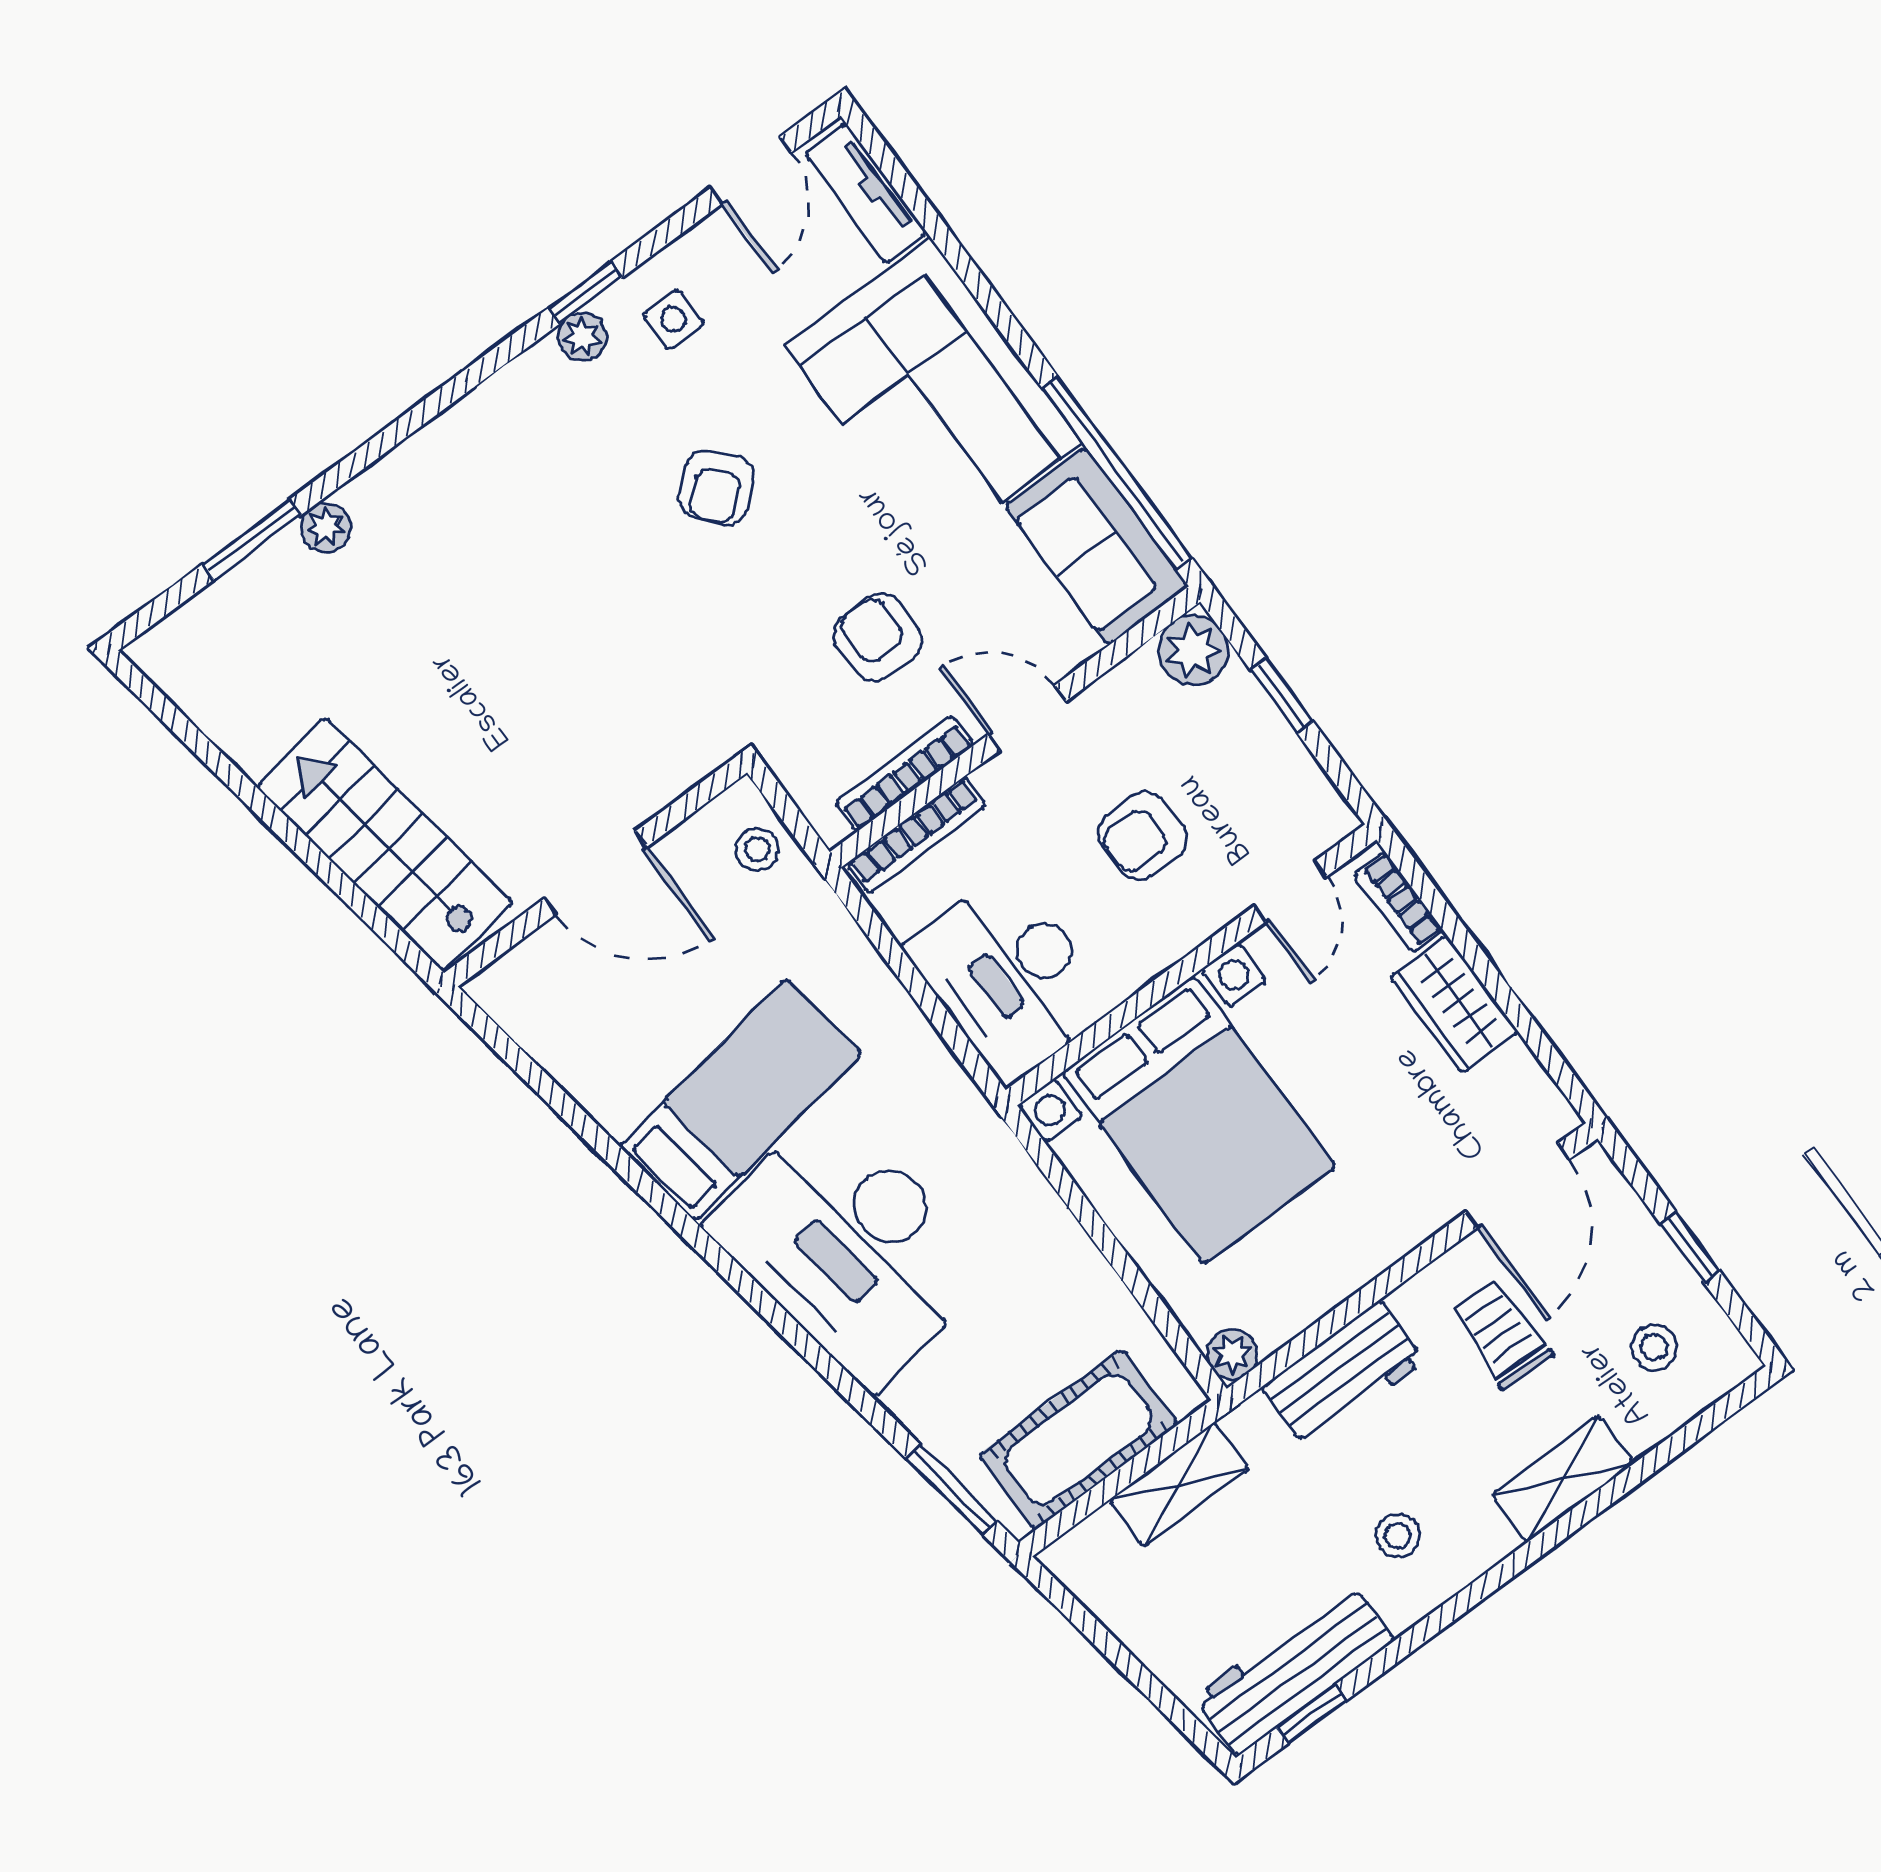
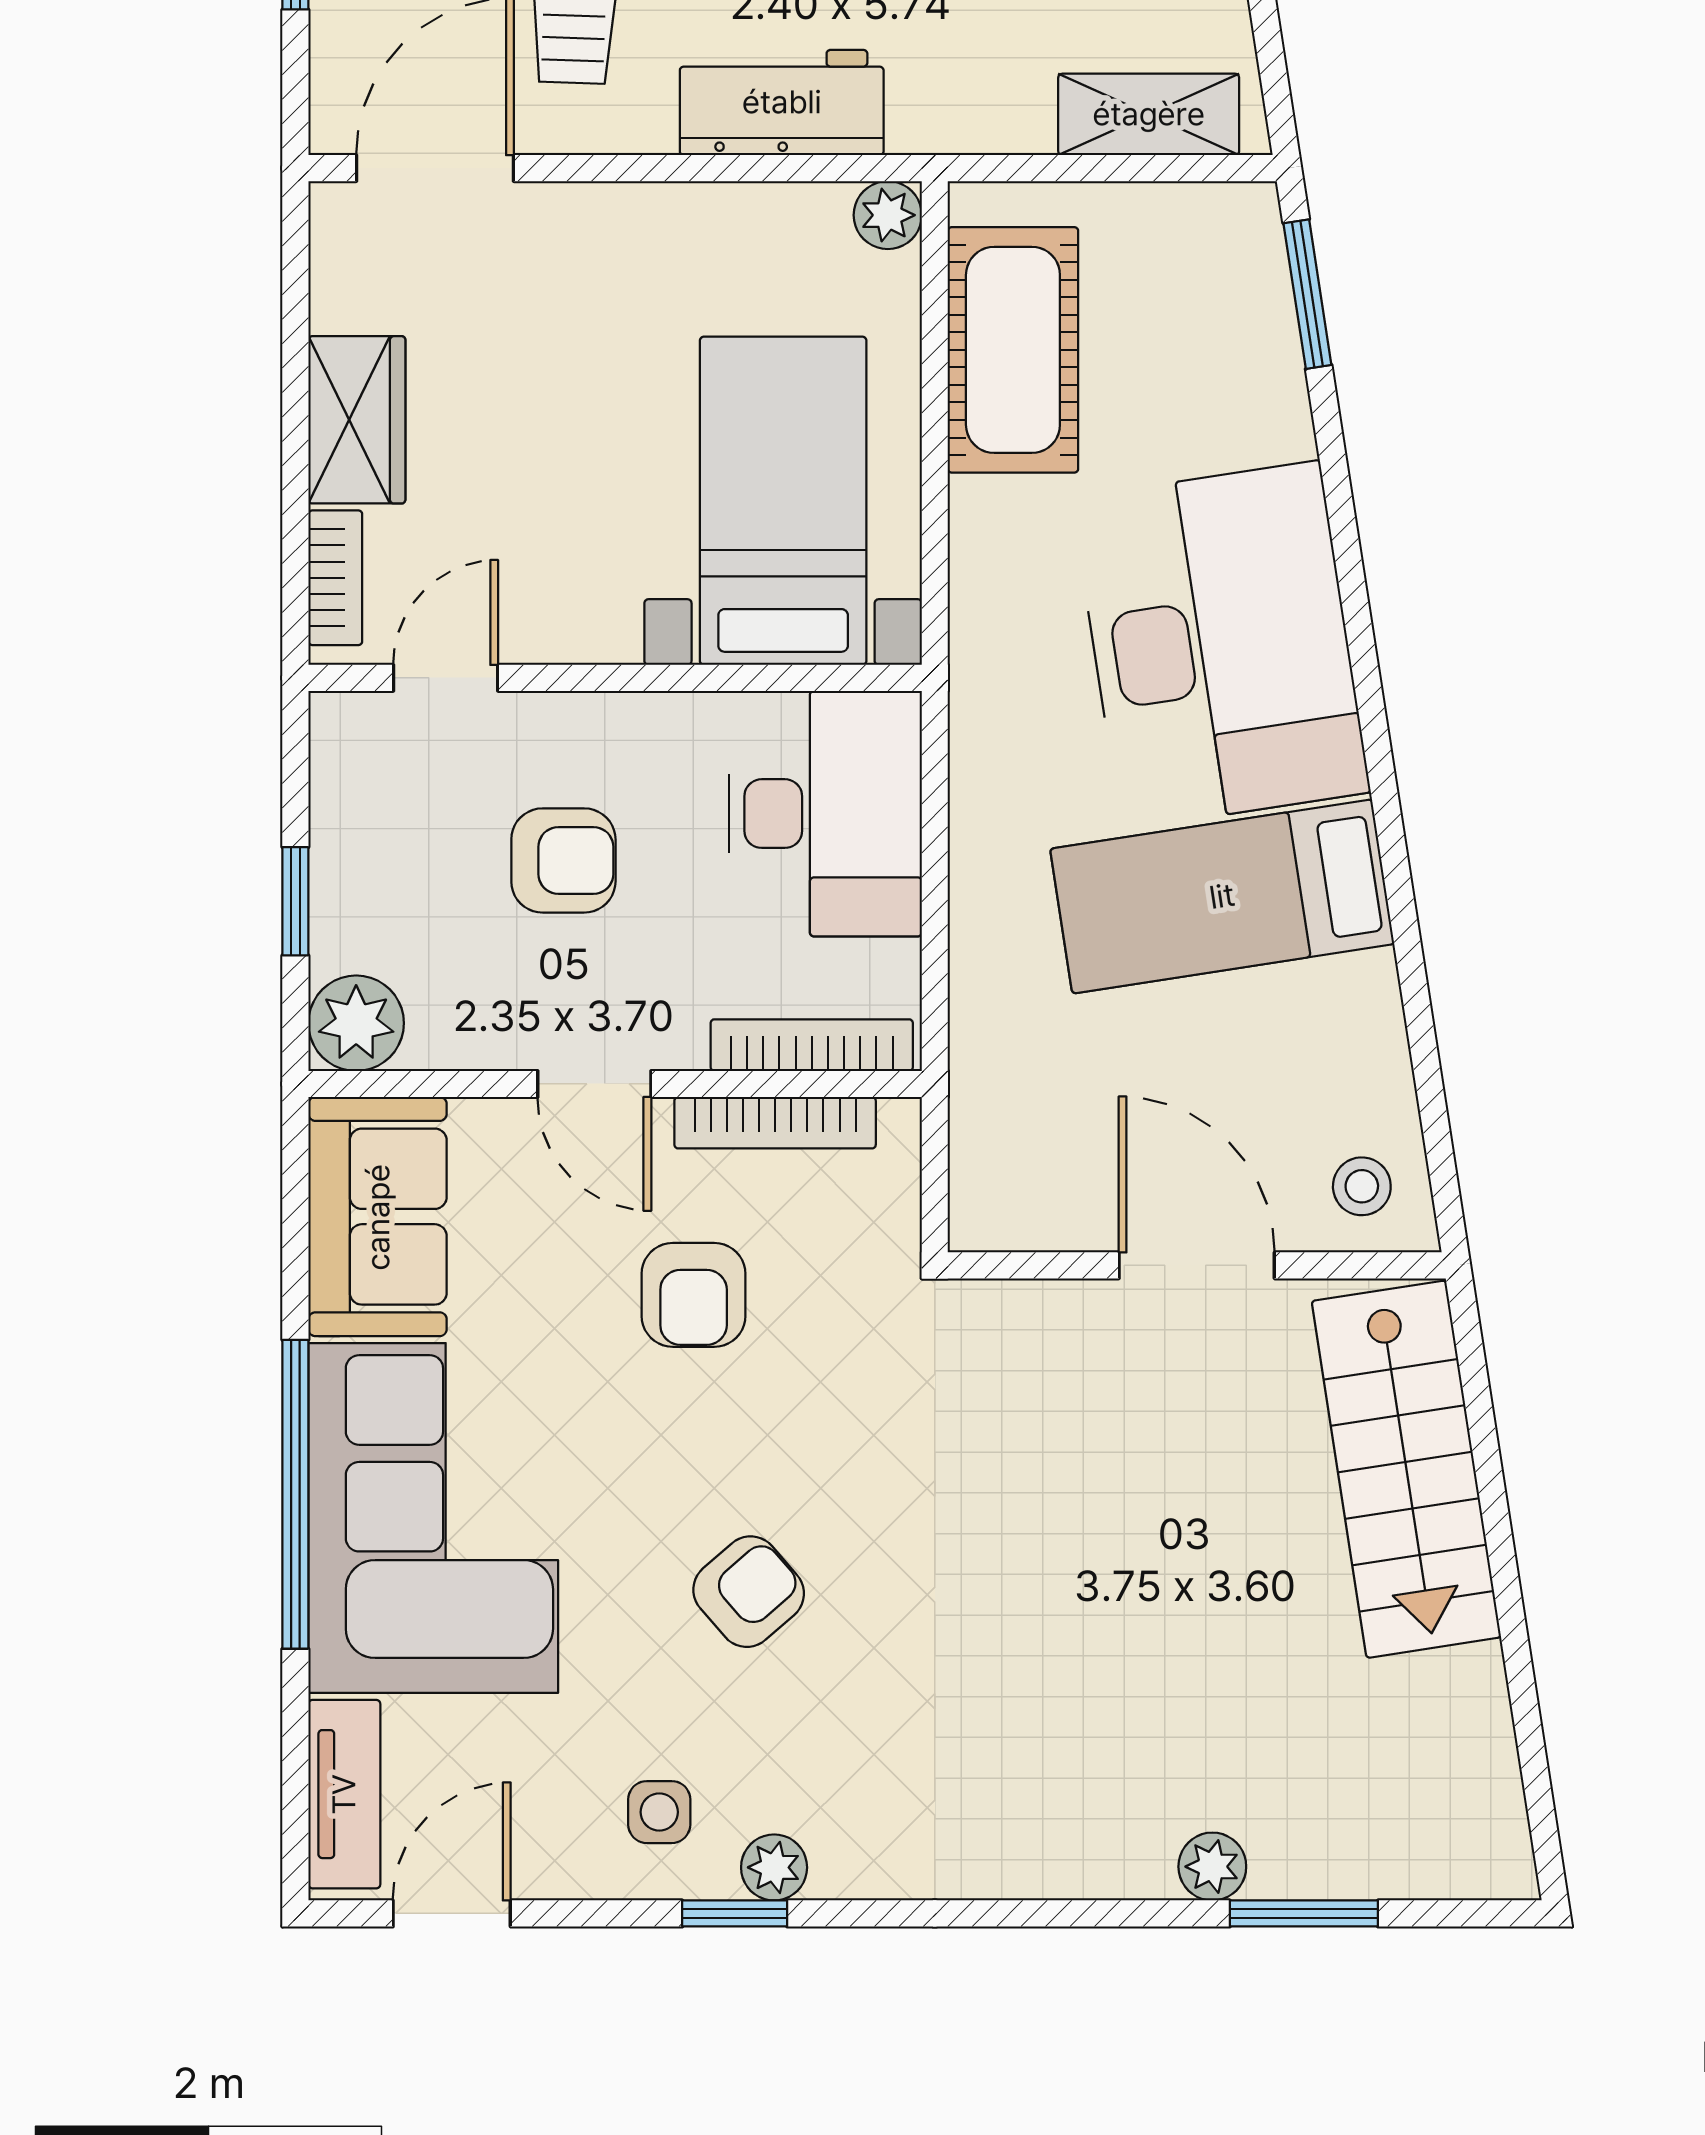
window: (1117, 473) -> (295, 1494), moved
stool: (757, 849) -> (1362, 1186), moved
bed with nightstands: (1199, 1120) -> (783, 501), width x0.73
cot: (1078, 1440) -> (1013, 350), moved, turned 90
shelving: (1179, 1485) -> (1149, 114), moved

